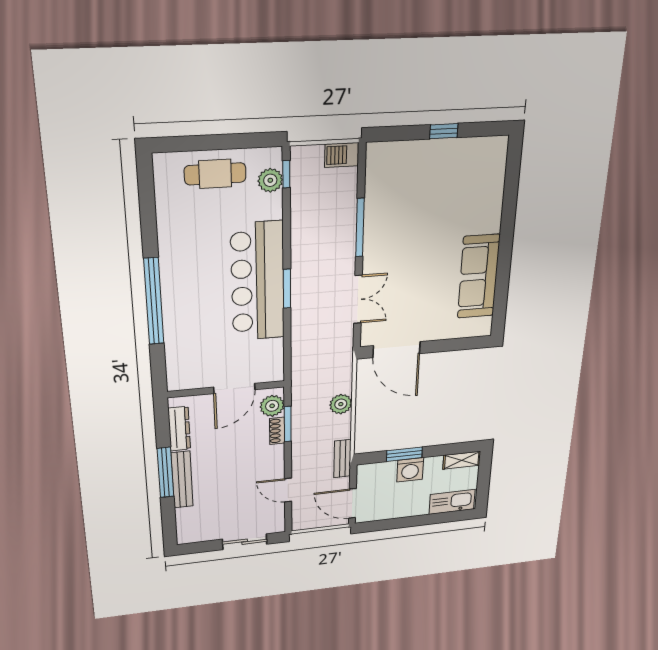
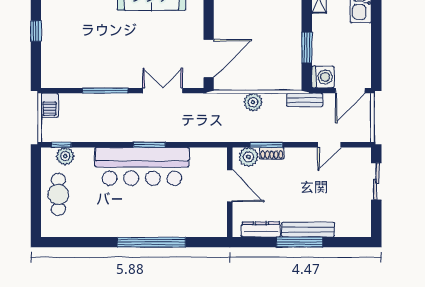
washing machine: (410, 470) -> (323, 77), moved

